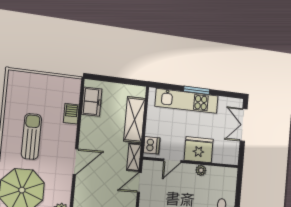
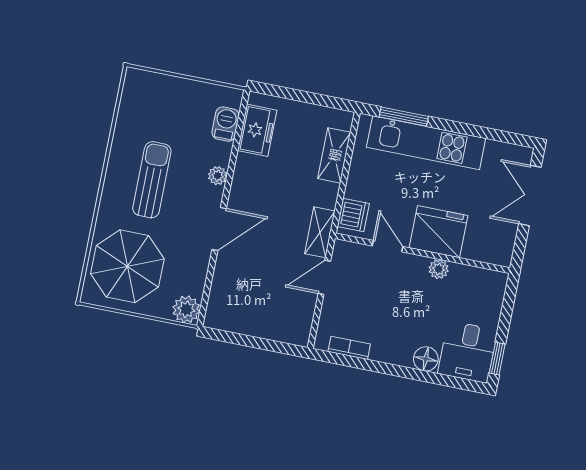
window: (197, 90) -> (404, 117), moved
barbecue: (71, 114) -> (226, 124), moved
shelving: (135, 120) -> (334, 155), width x0.67, depth x0.75
plant: (71, 130) -> (218, 176), added
door: (172, 161) -> (388, 246), swing flipped

